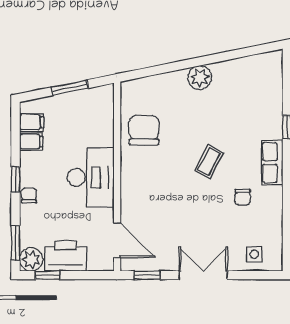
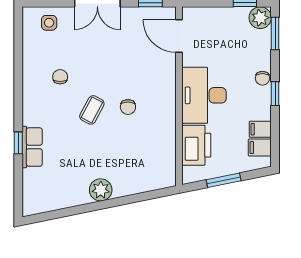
chair: (144, 130) -> (128, 107), moved, width x0.54, depth x0.54
row of seats: (272, 162) -> (32, 147), moved
printer: (66, 256) -> (196, 145), moved, turned -90

